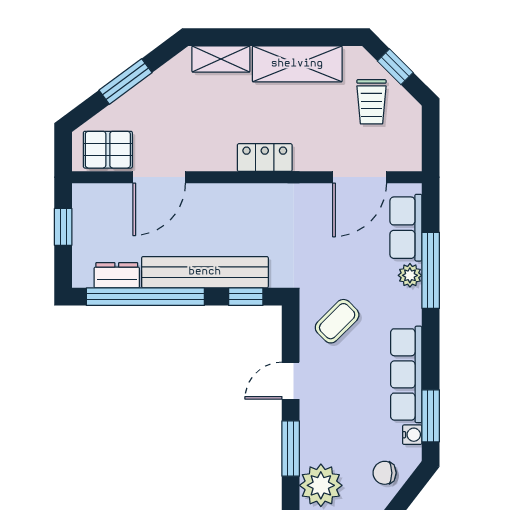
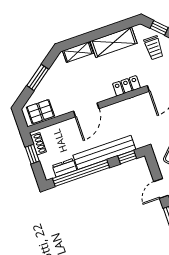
locker: (265, 158) -> (126, 86), moved
door: (159, 177) -> (86, 110), moved
shoe rack: (82, 211) -> (38, 144), added

